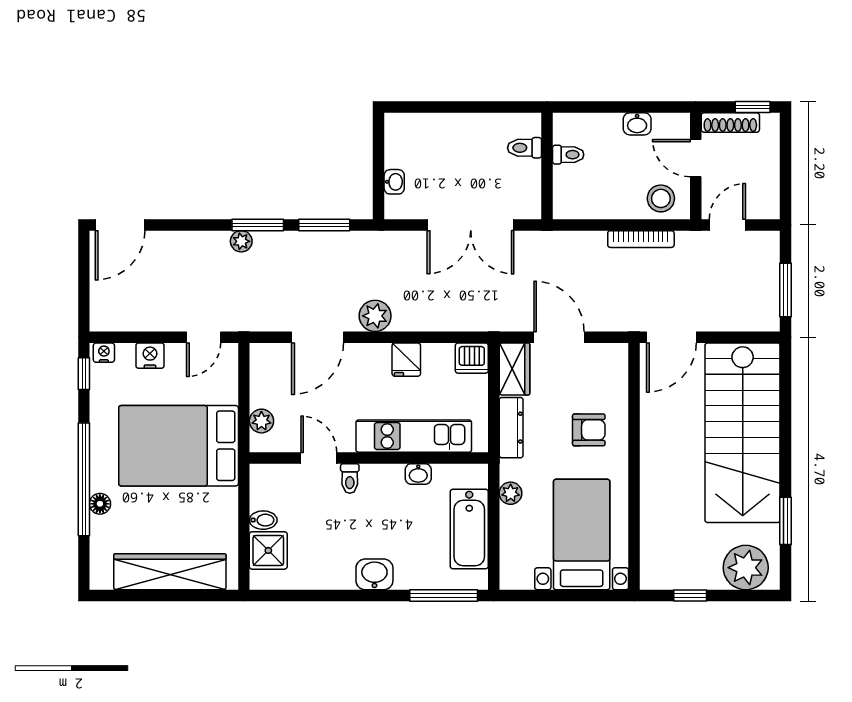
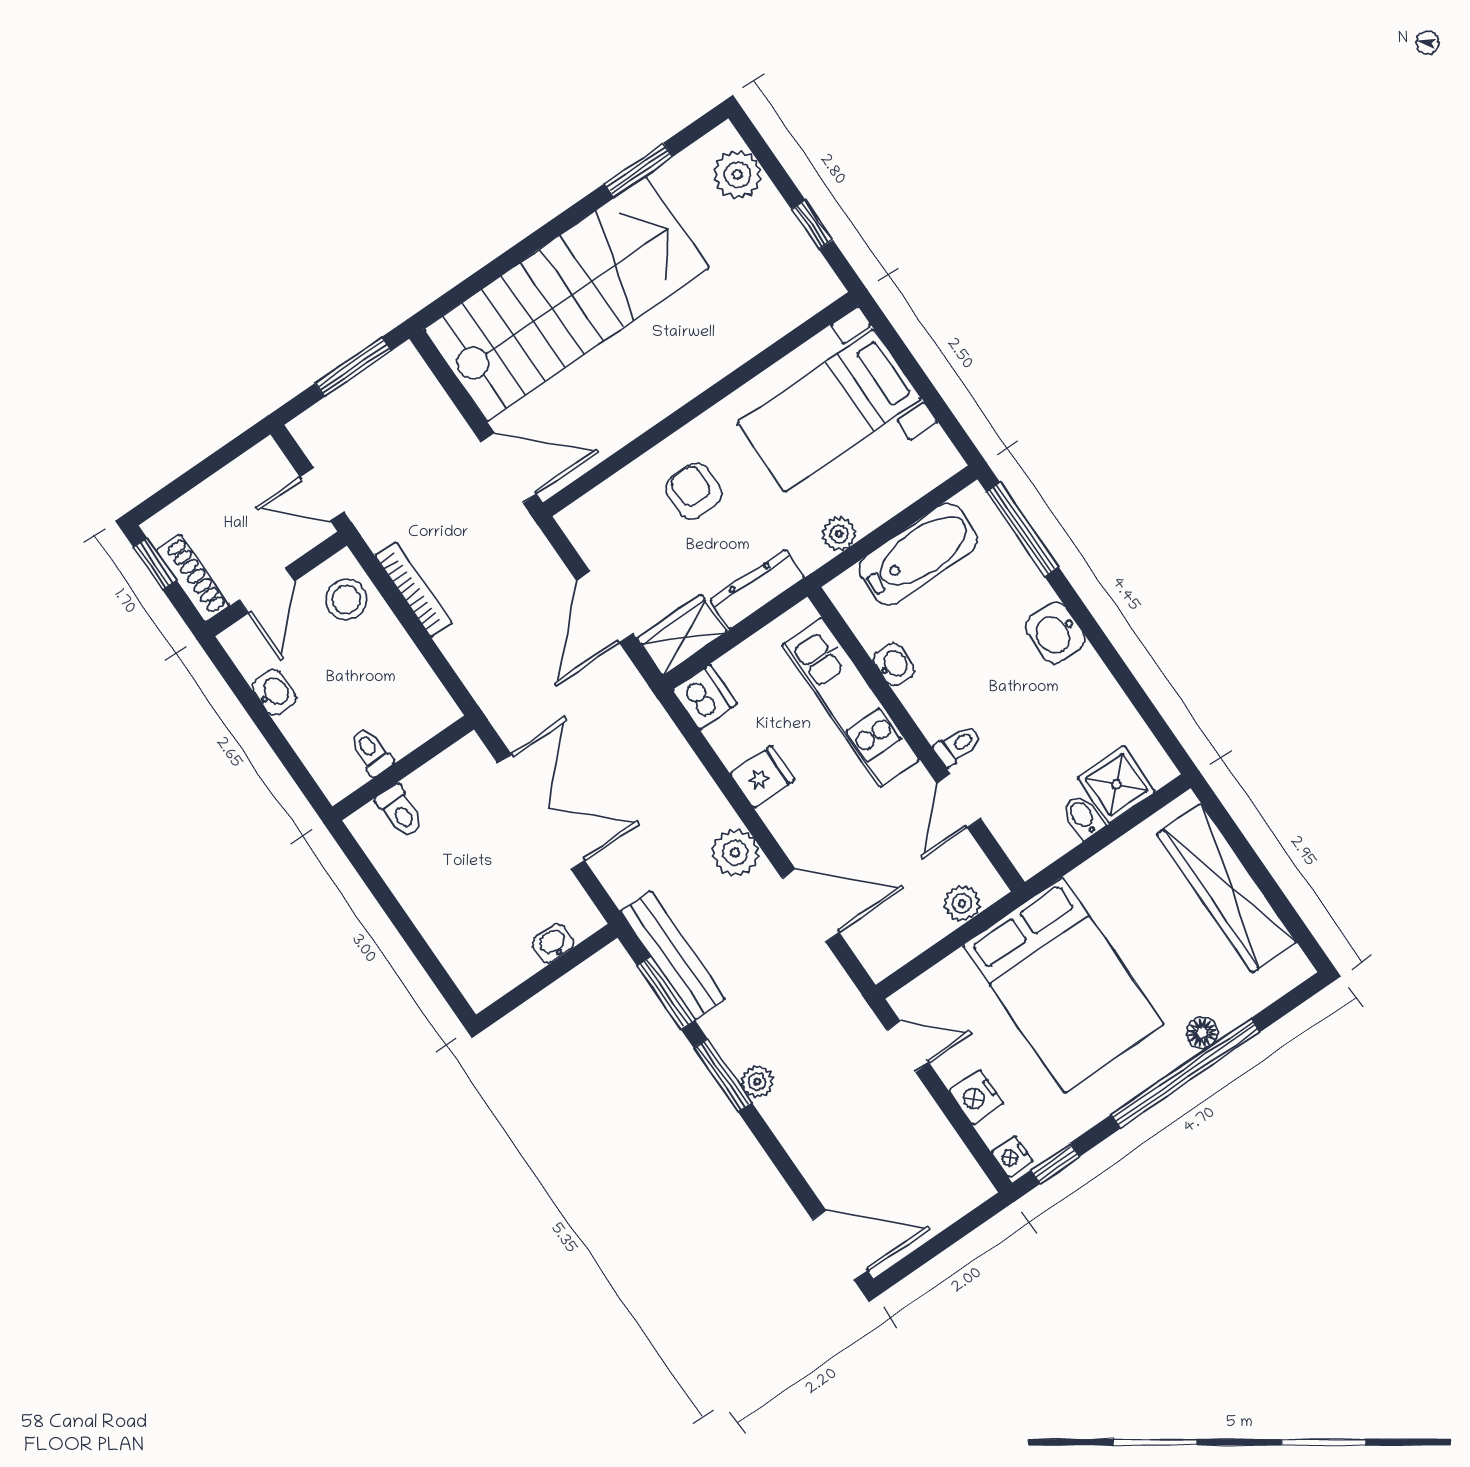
bench: (343, 243) -> (673, 955), added
plant: (746, 568) -> (737, 175), width x0.73, depth x0.73

